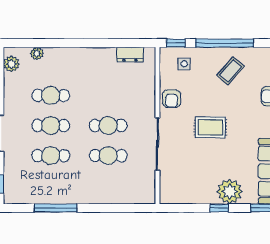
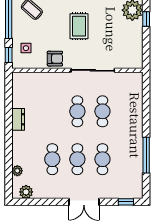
dresser: (130, 54) -> (18, 119), moved

